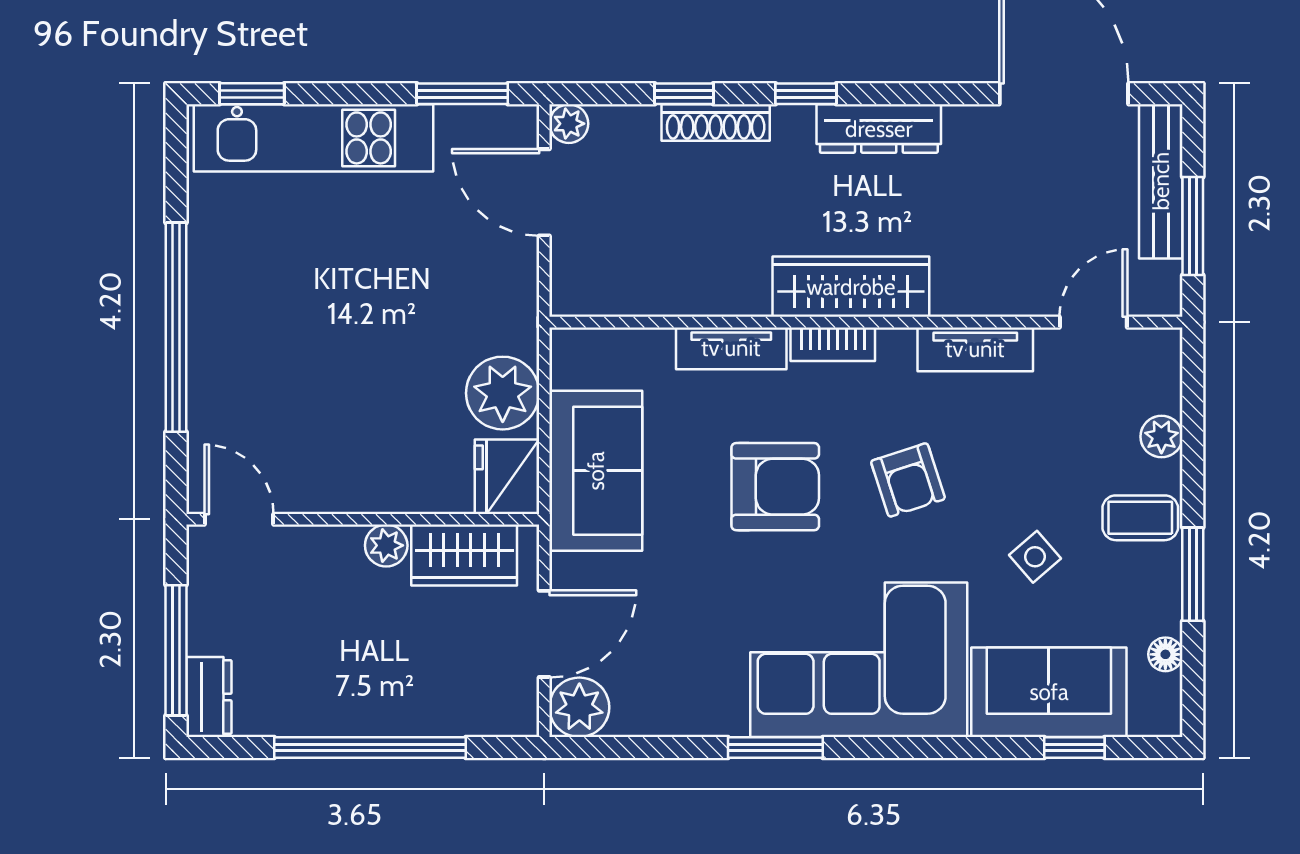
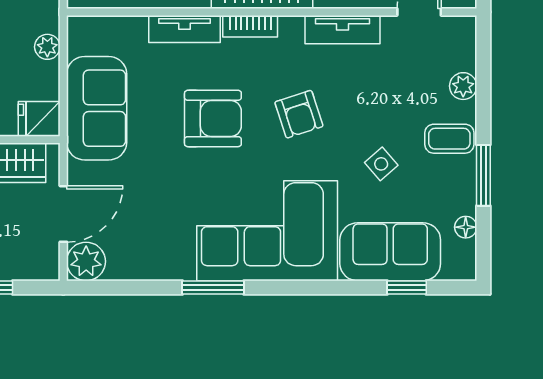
plant: (503, 393) -> (47, 47), width x0.53, depth x0.53
fridge: (507, 477) -> (39, 119), width x0.72

